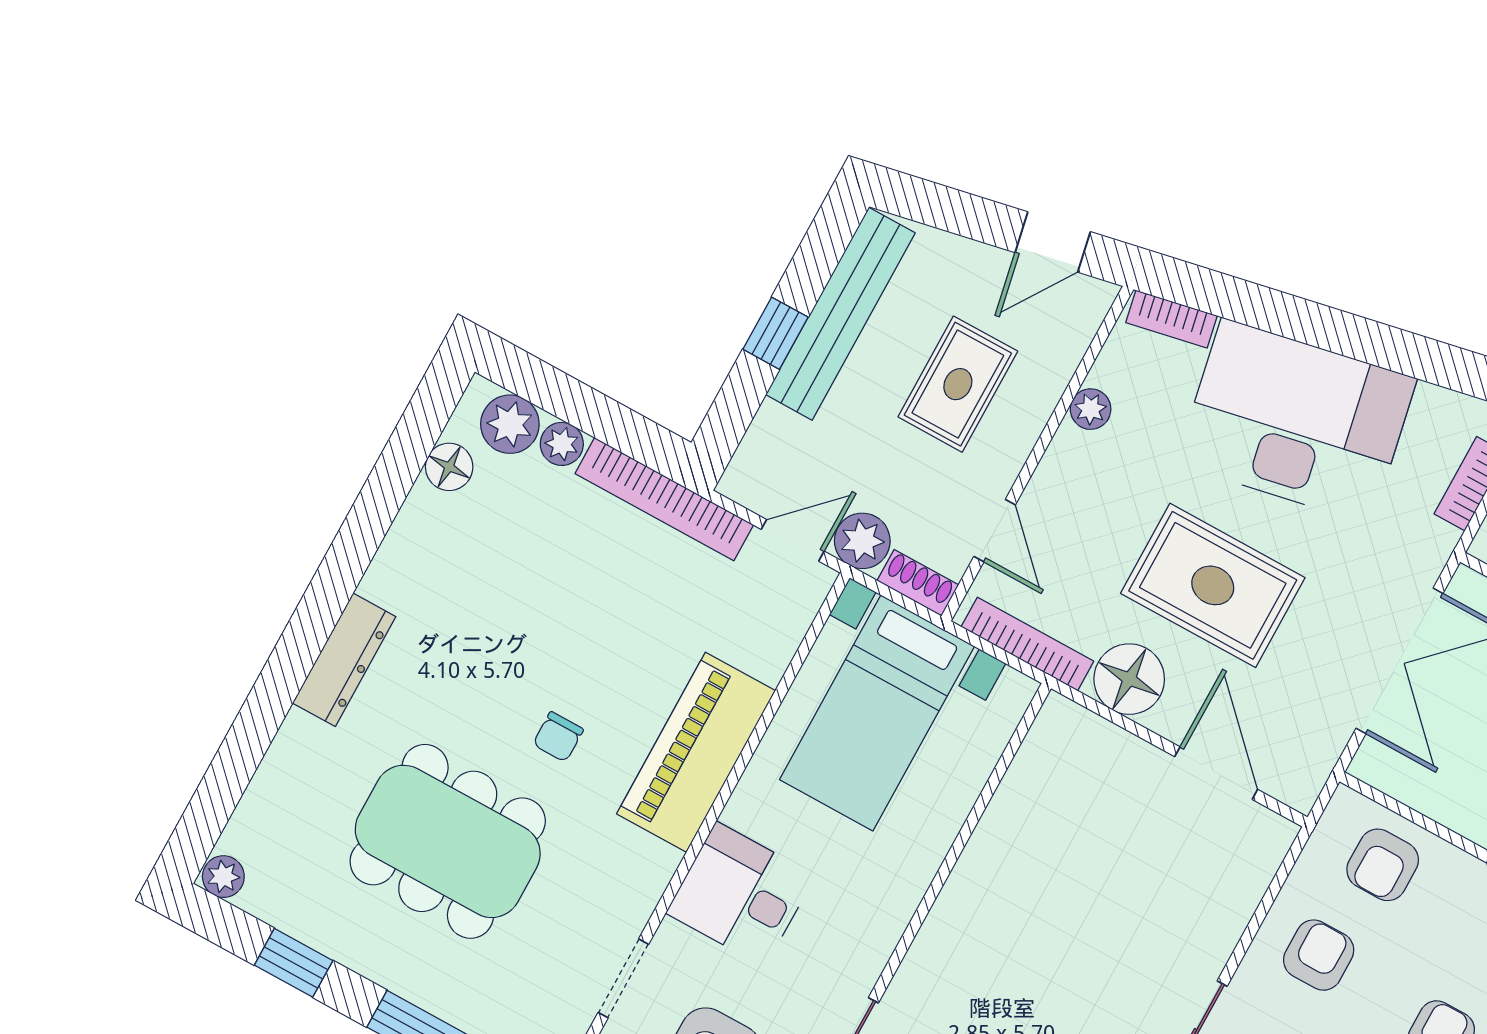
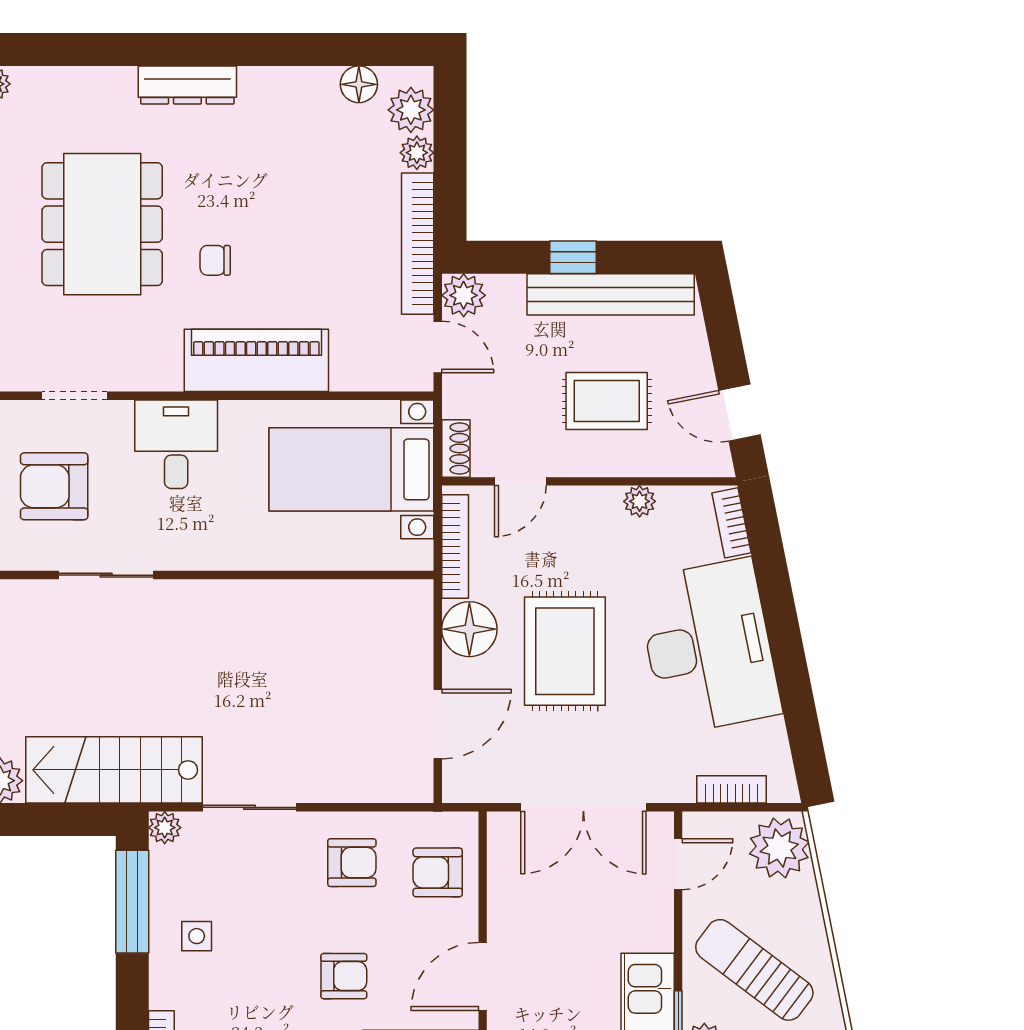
plant: (862, 541) -> (464, 295), moved

